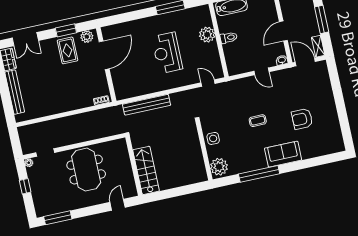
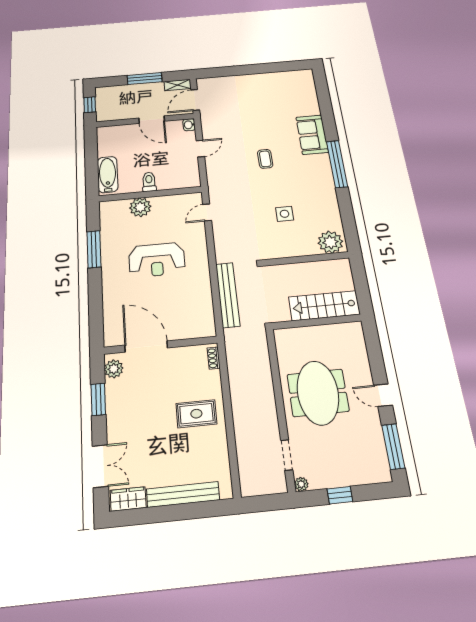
rug: (68, 50) -> (196, 414), moved
armchair: (302, 119) -> (268, 110), removed
wall: (204, 151) -> (306, 259), moved
plant: (219, 167) -> (330, 242), moved
meeting table: (86, 170) -> (318, 393), turned 90
door: (118, 205) -> (383, 395), moved

